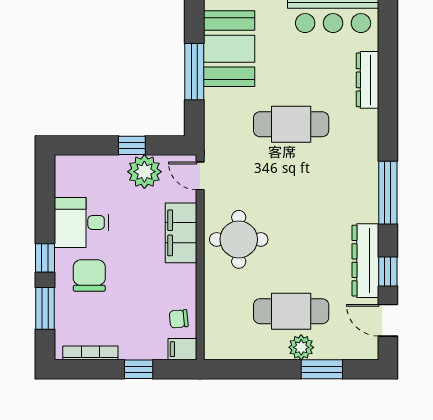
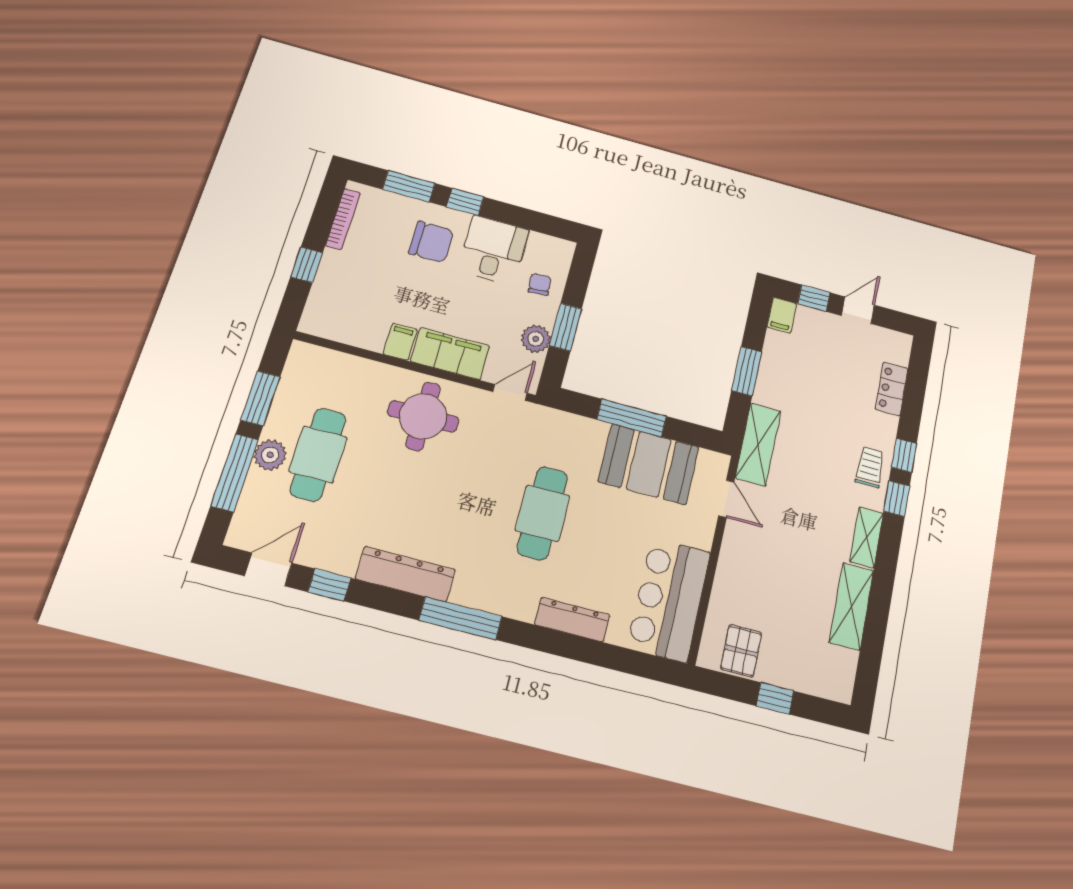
window: (132, 145) -> (565, 327), width x1.50
plant: (144, 172) -> (536, 339), width x0.73, depth x0.73
window: (388, 193) -> (460, 618), moved
dresser: (365, 261) -> (406, 574), moved
chair: (179, 319) -> (540, 284), moved
filing cabinet: (182, 349) -> (400, 342), moved
window: (259, 369) -> (260, 398), added
window: (322, 369) -> (235, 473), width x1.44

